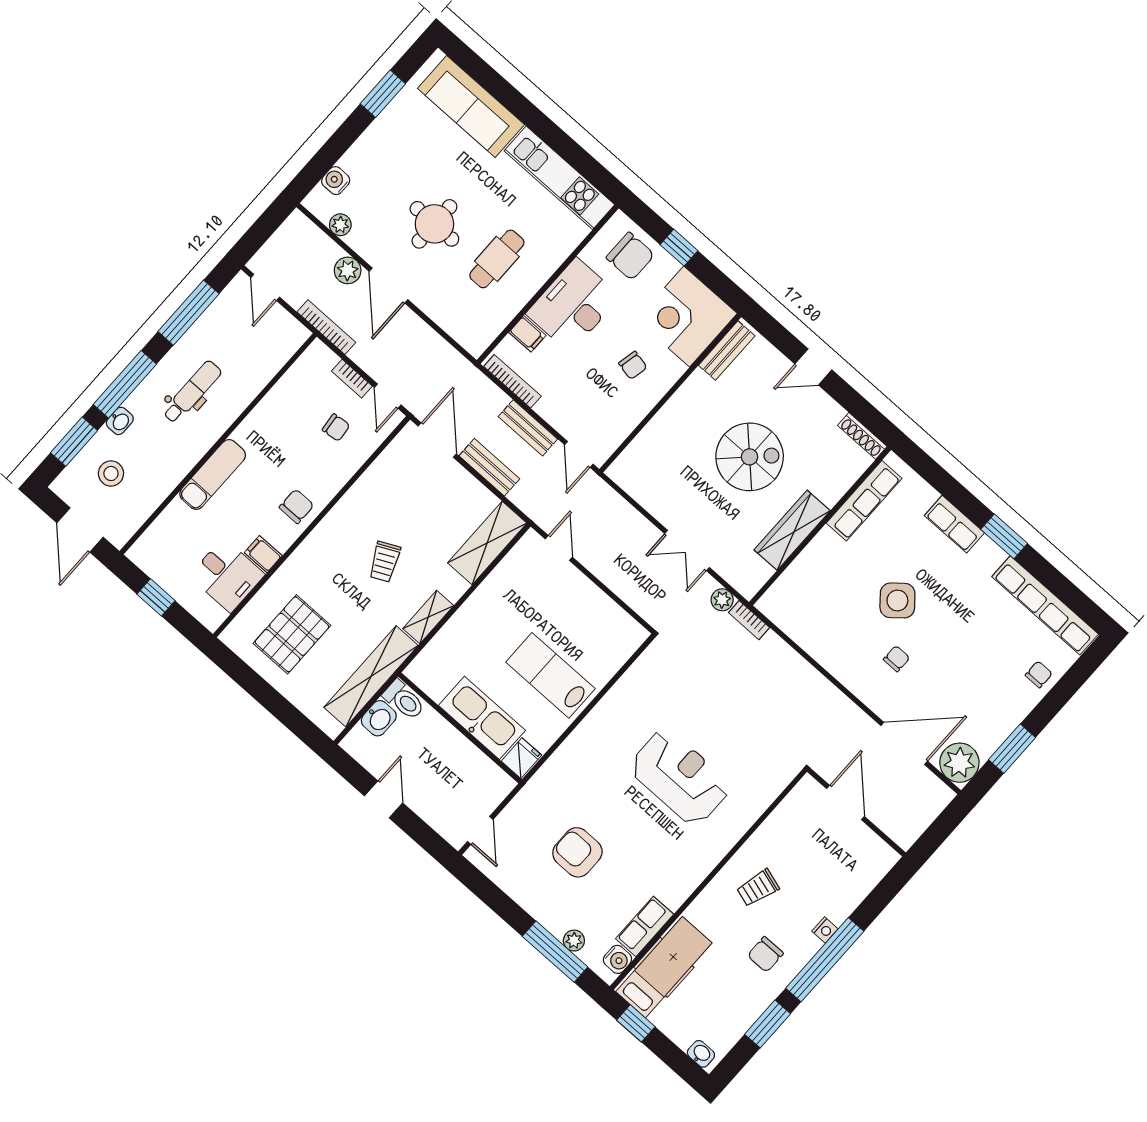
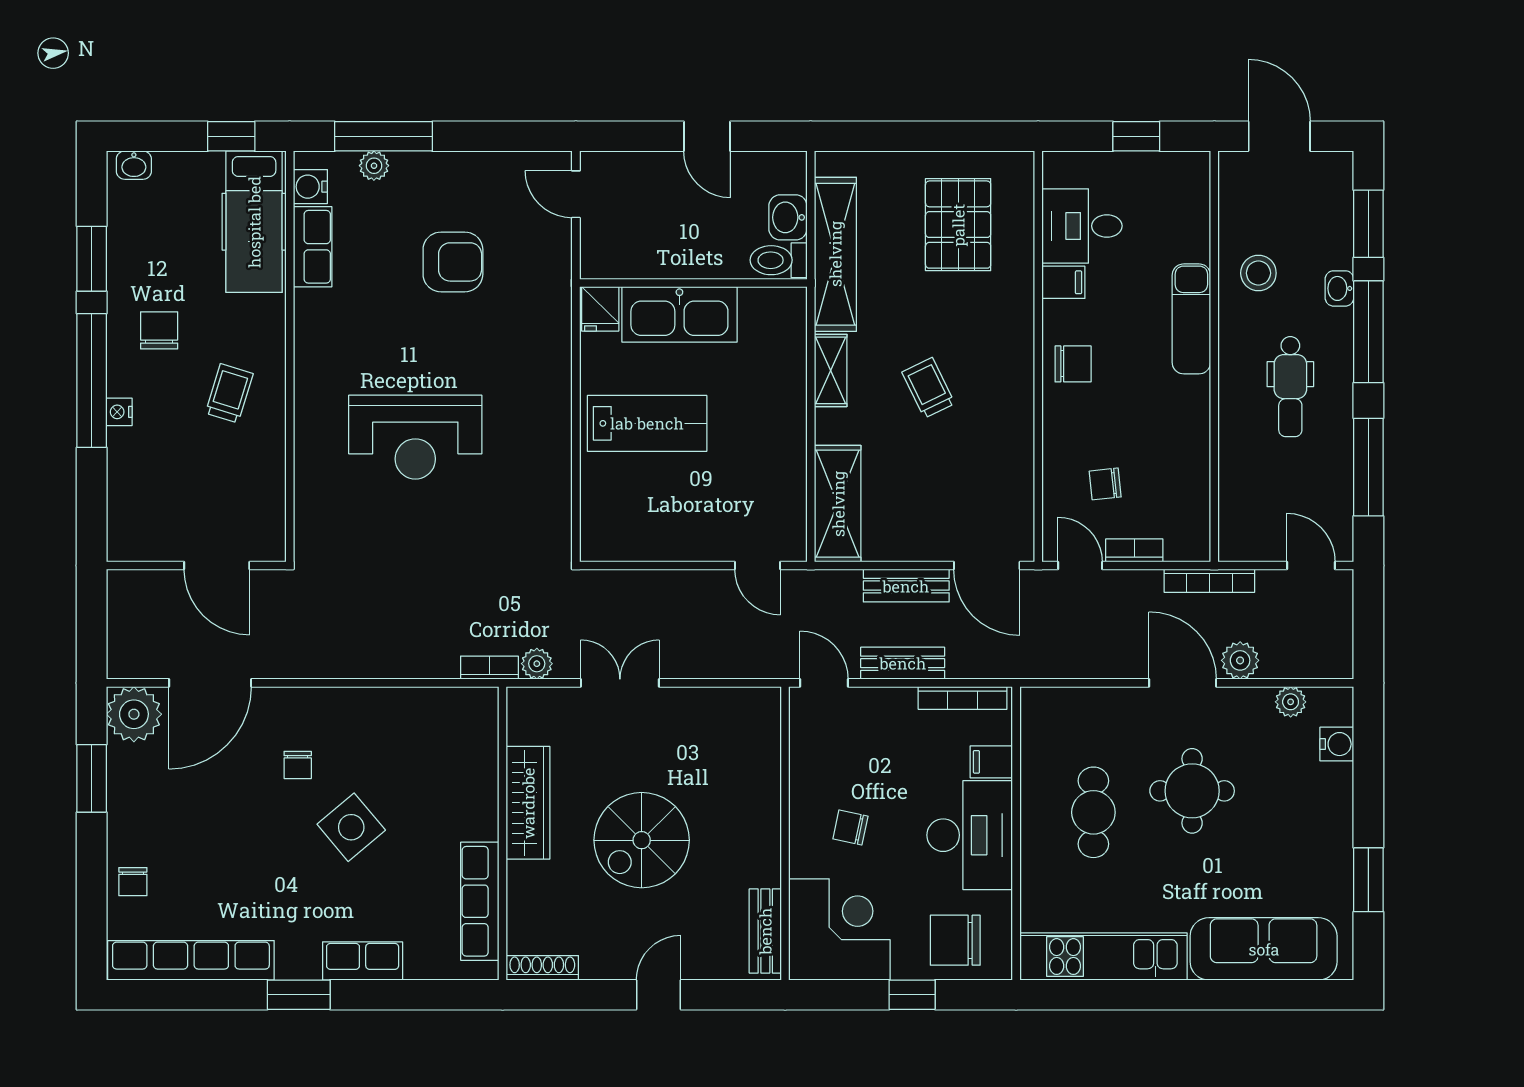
stool: (111, 473) -> (1258, 273), moved
chair: (297, 506) -> (1073, 364), turned -90

